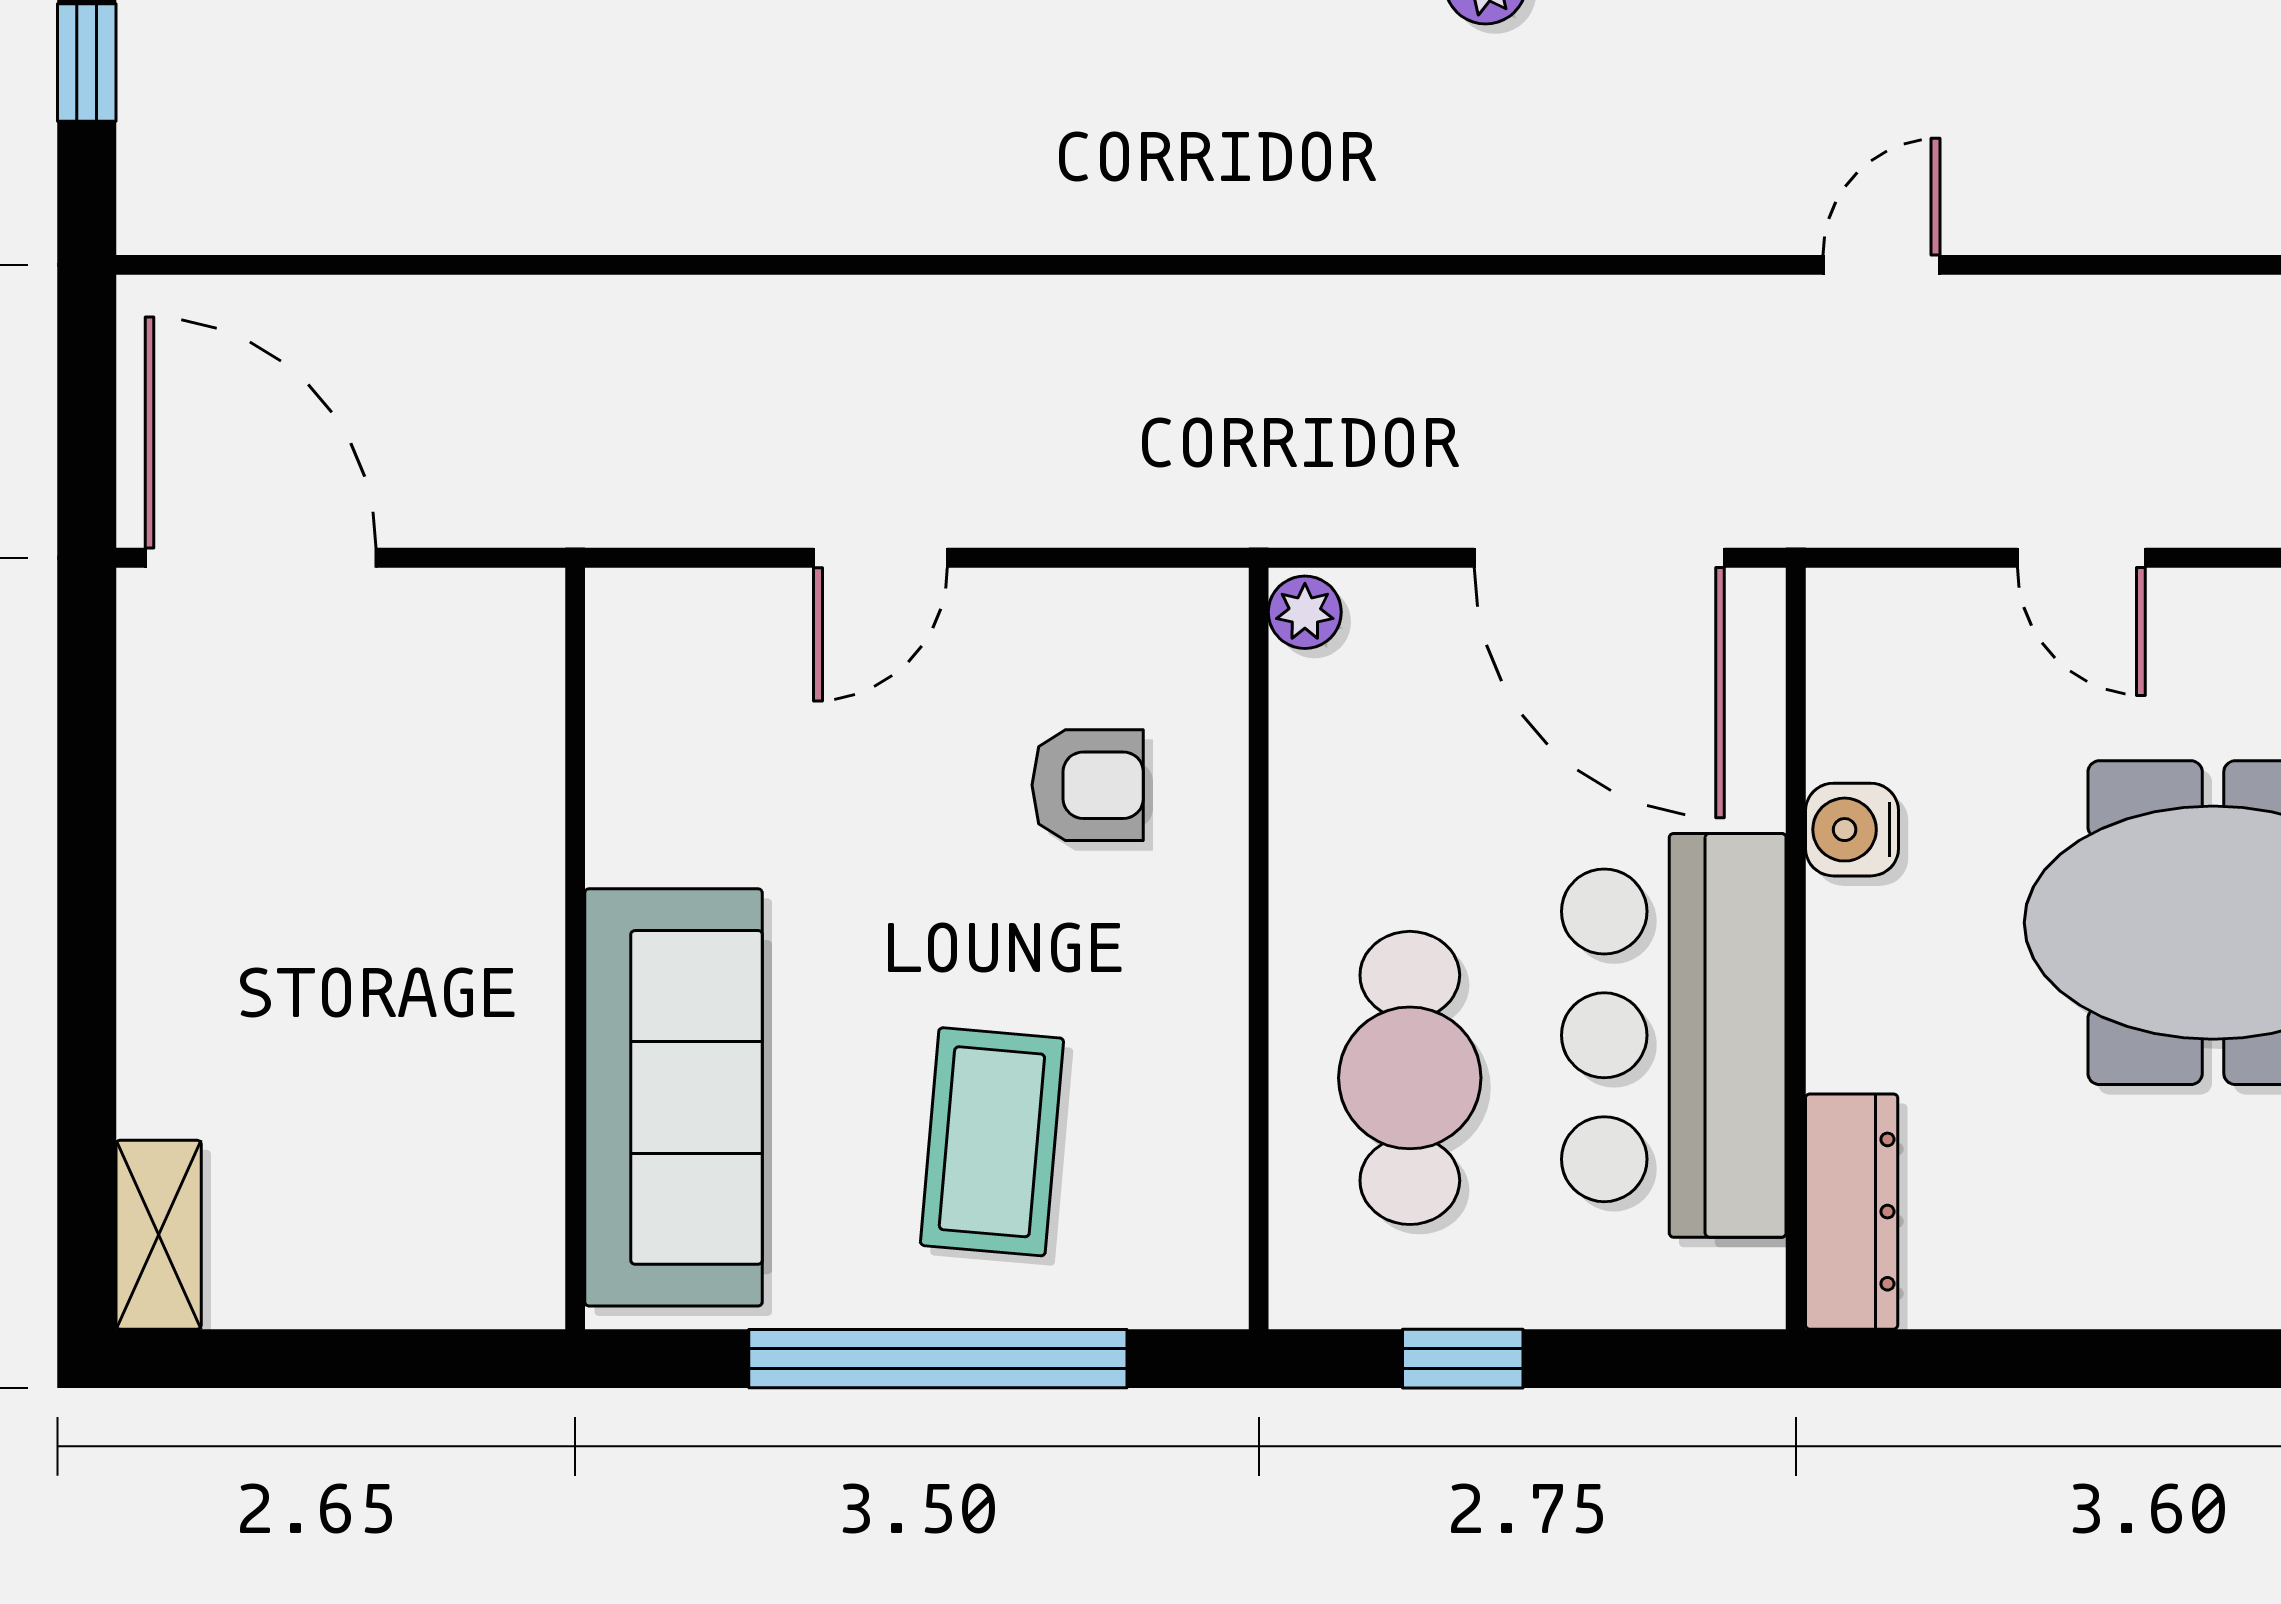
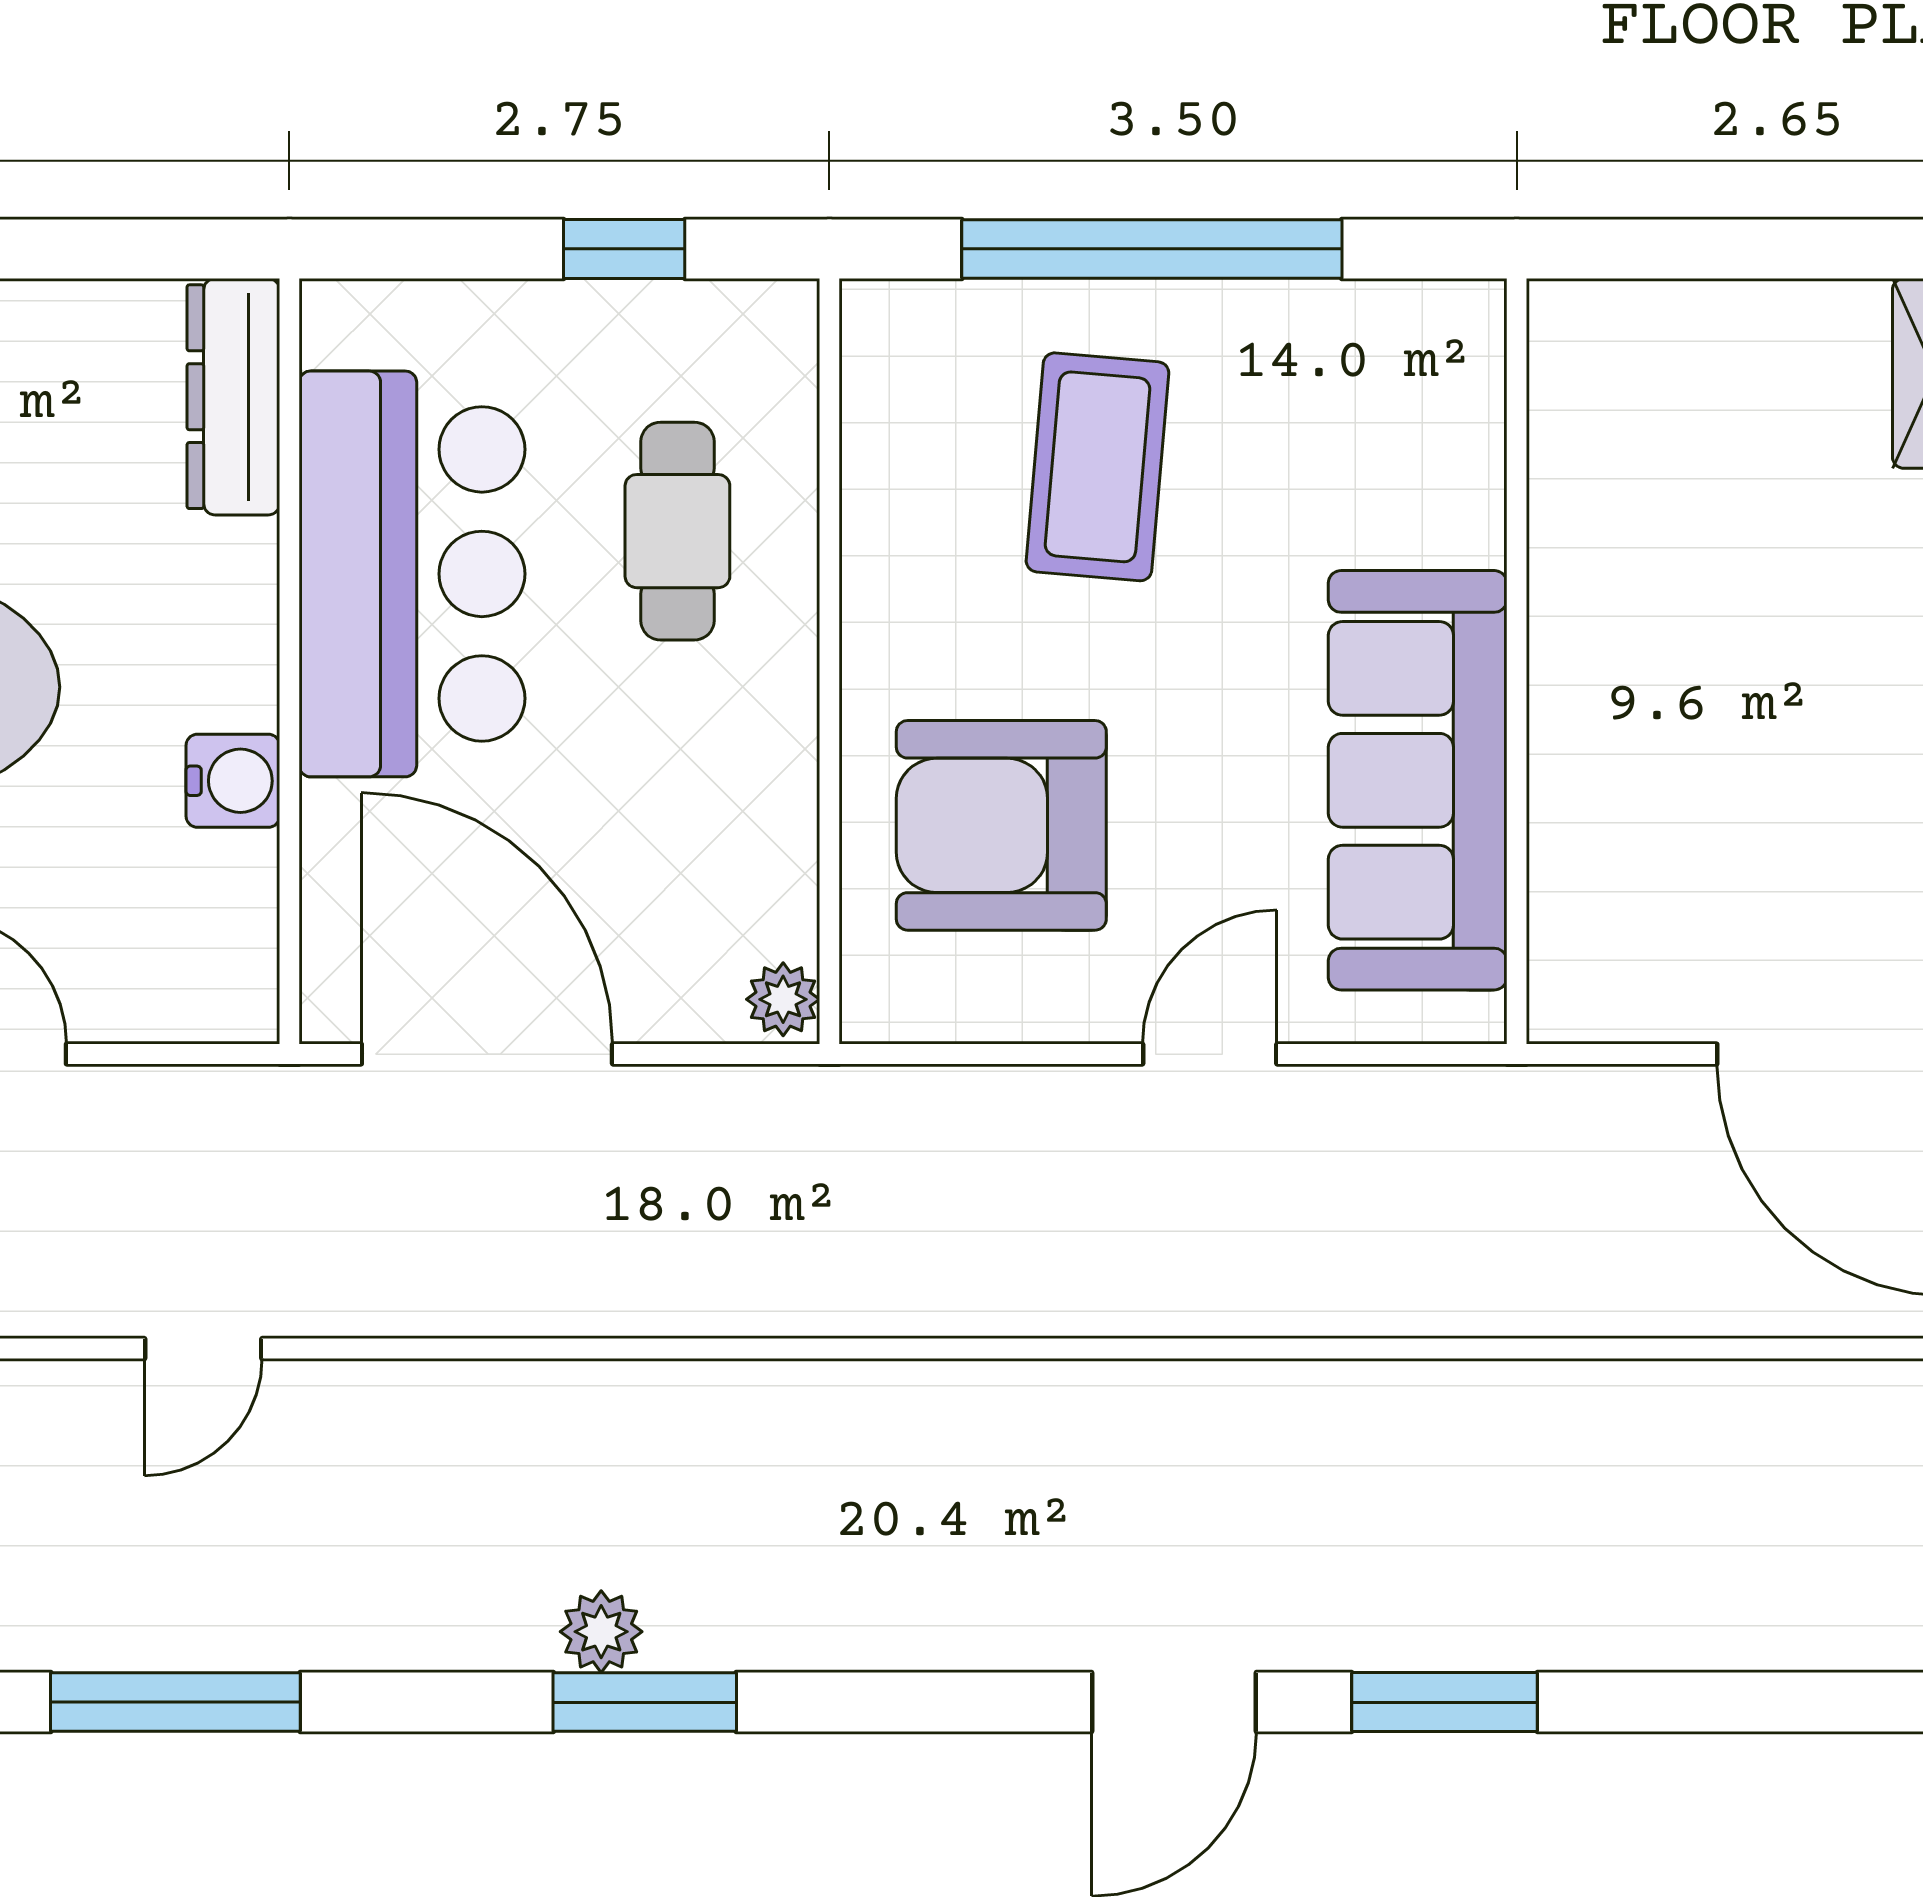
armchair: (1088, 785) -> (1001, 825), width x1.88, depth x1.88
cafe table: (1410, 1078) -> (677, 531), width x0.73, depth x0.74
sofa: (673, 1097) -> (1418, 780), moved

